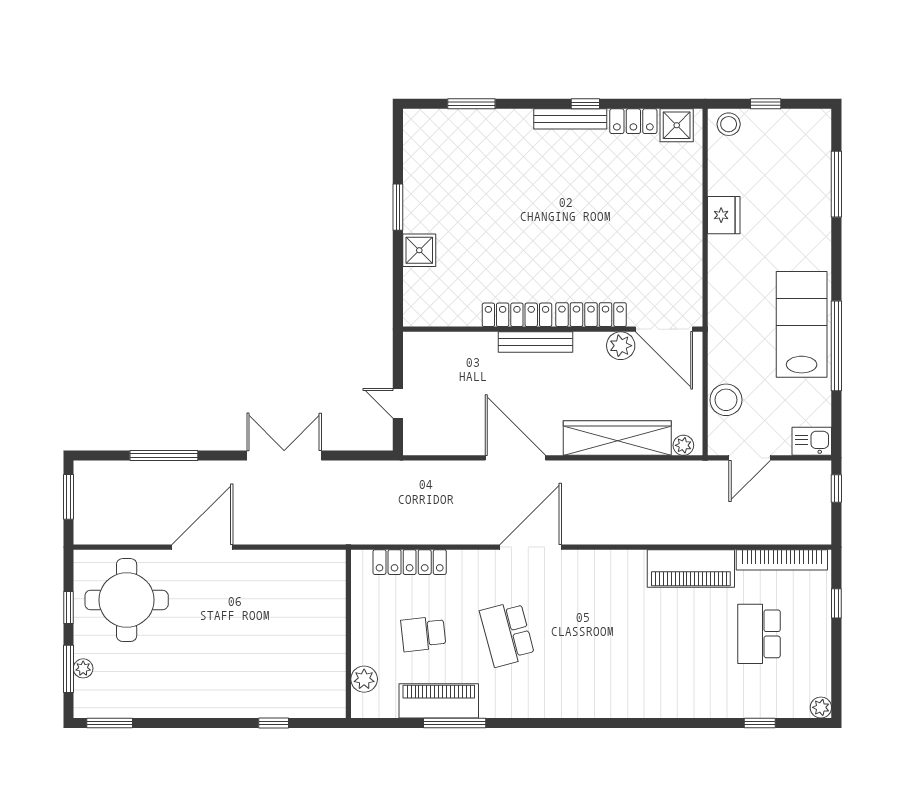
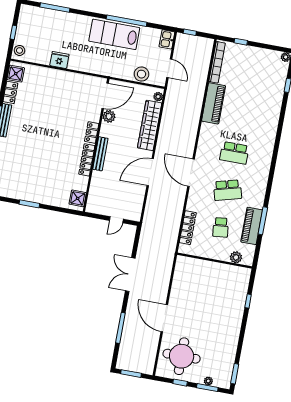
shower: (419, 250) -> (78, 198), moved
locker: (591, 315) -> (92, 133), width x0.66
school desk: (759, 634) -> (234, 153), moved

